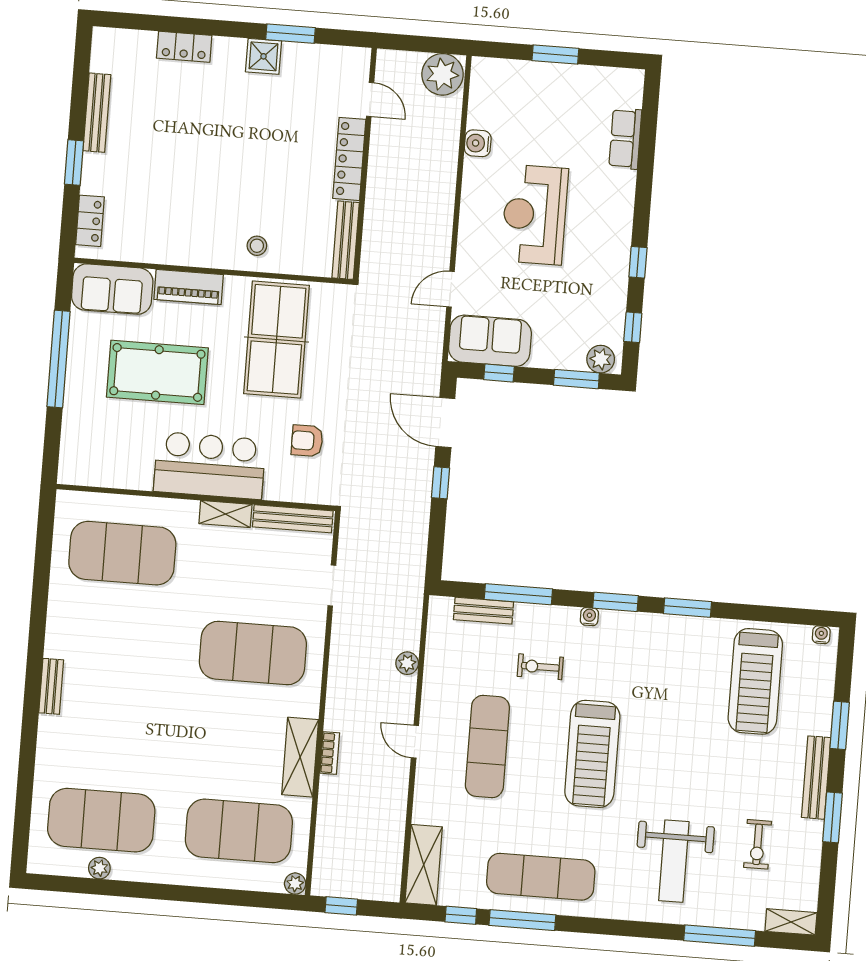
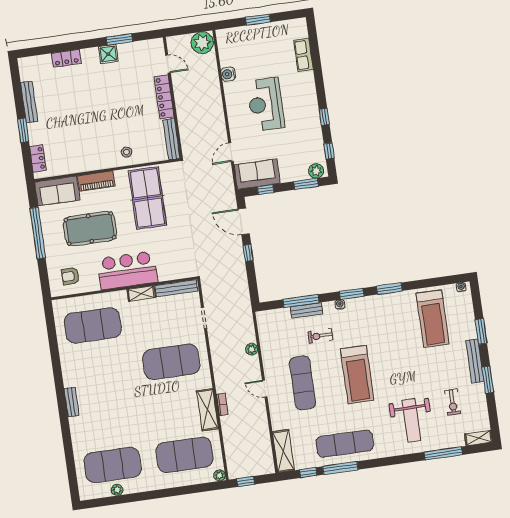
armchair: (307, 441) -> (70, 276), moved
bench: (484, 611) -> (306, 310), moved

